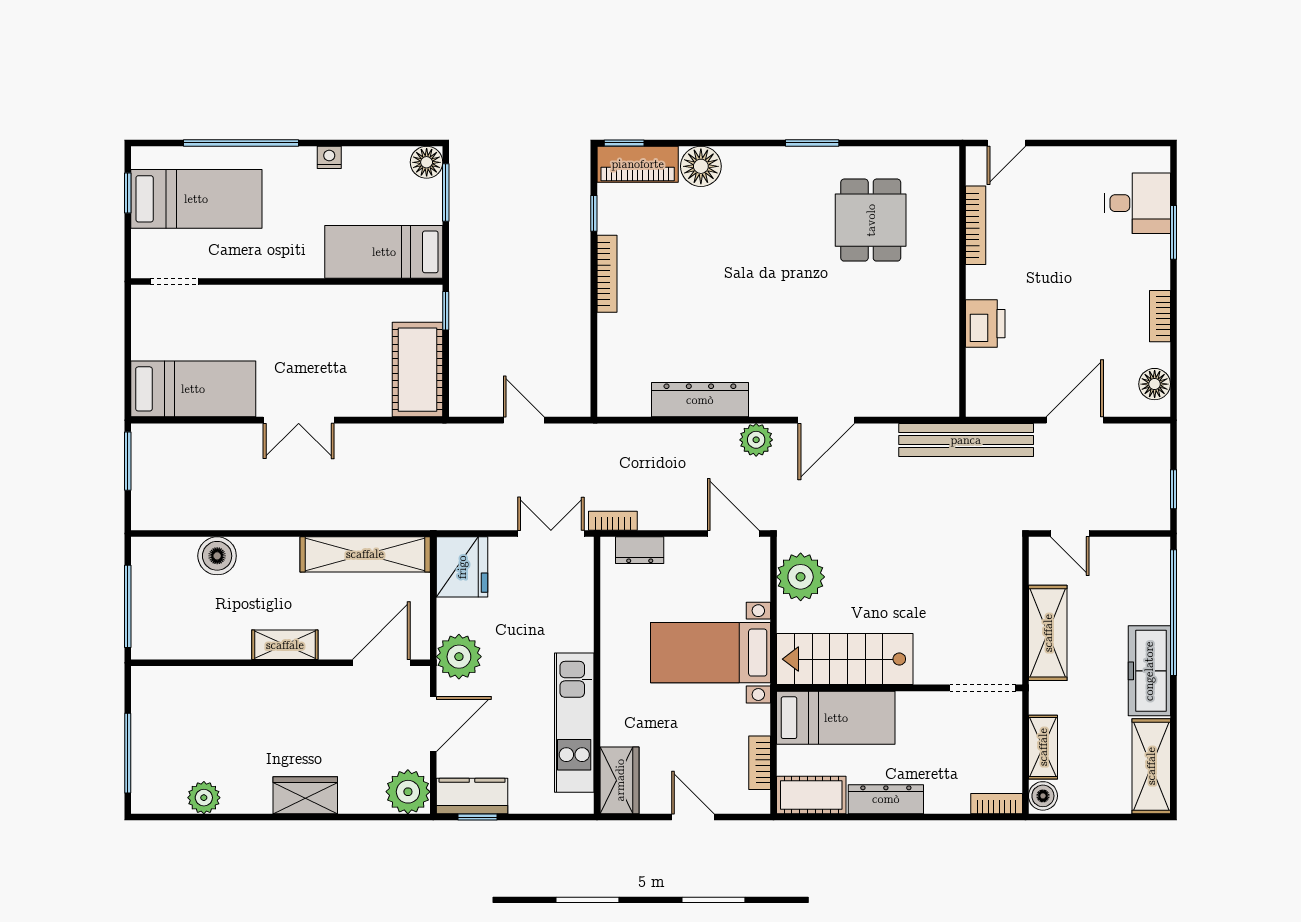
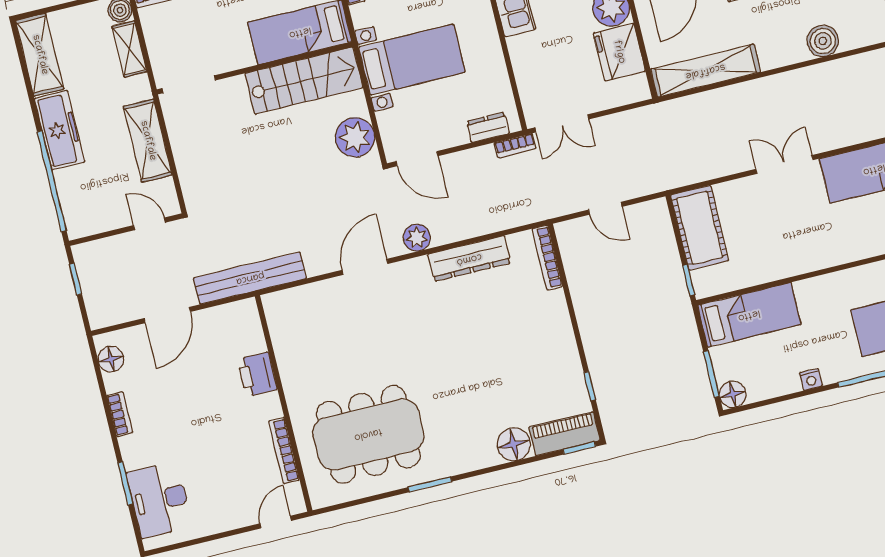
desk: (1138, 203) -> (160, 500), width x1.37
dining table: (871, 220) -> (368, 434), width x1.88, depth x1.24
bookcase: (607, 274) -> (547, 258), moved
fridge: (462, 567) -> (619, 52), moved

